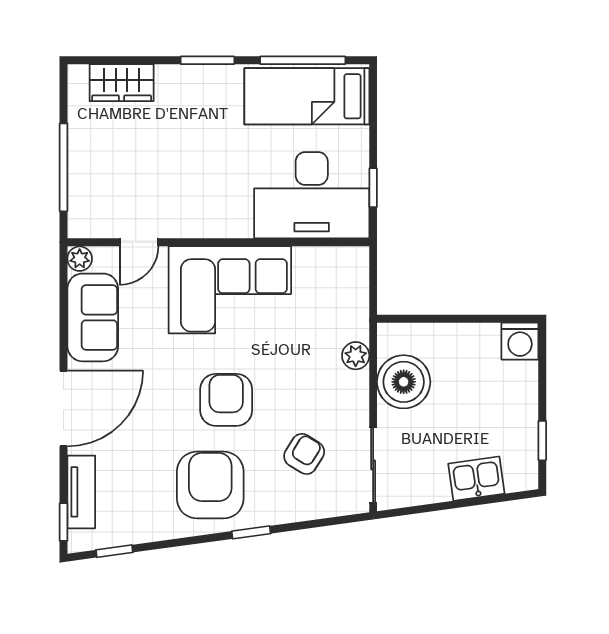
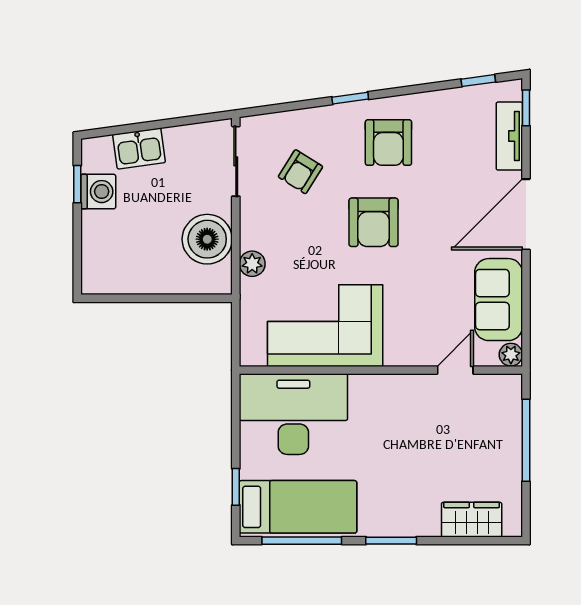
window: (373, 188) -> (236, 487), moved
corner sofa: (230, 290) -> (325, 326), moved
washing machine: (520, 341) -> (98, 192), moved, turned 90
armchair: (210, 485) -> (388, 143), width x0.73, depth x0.73

